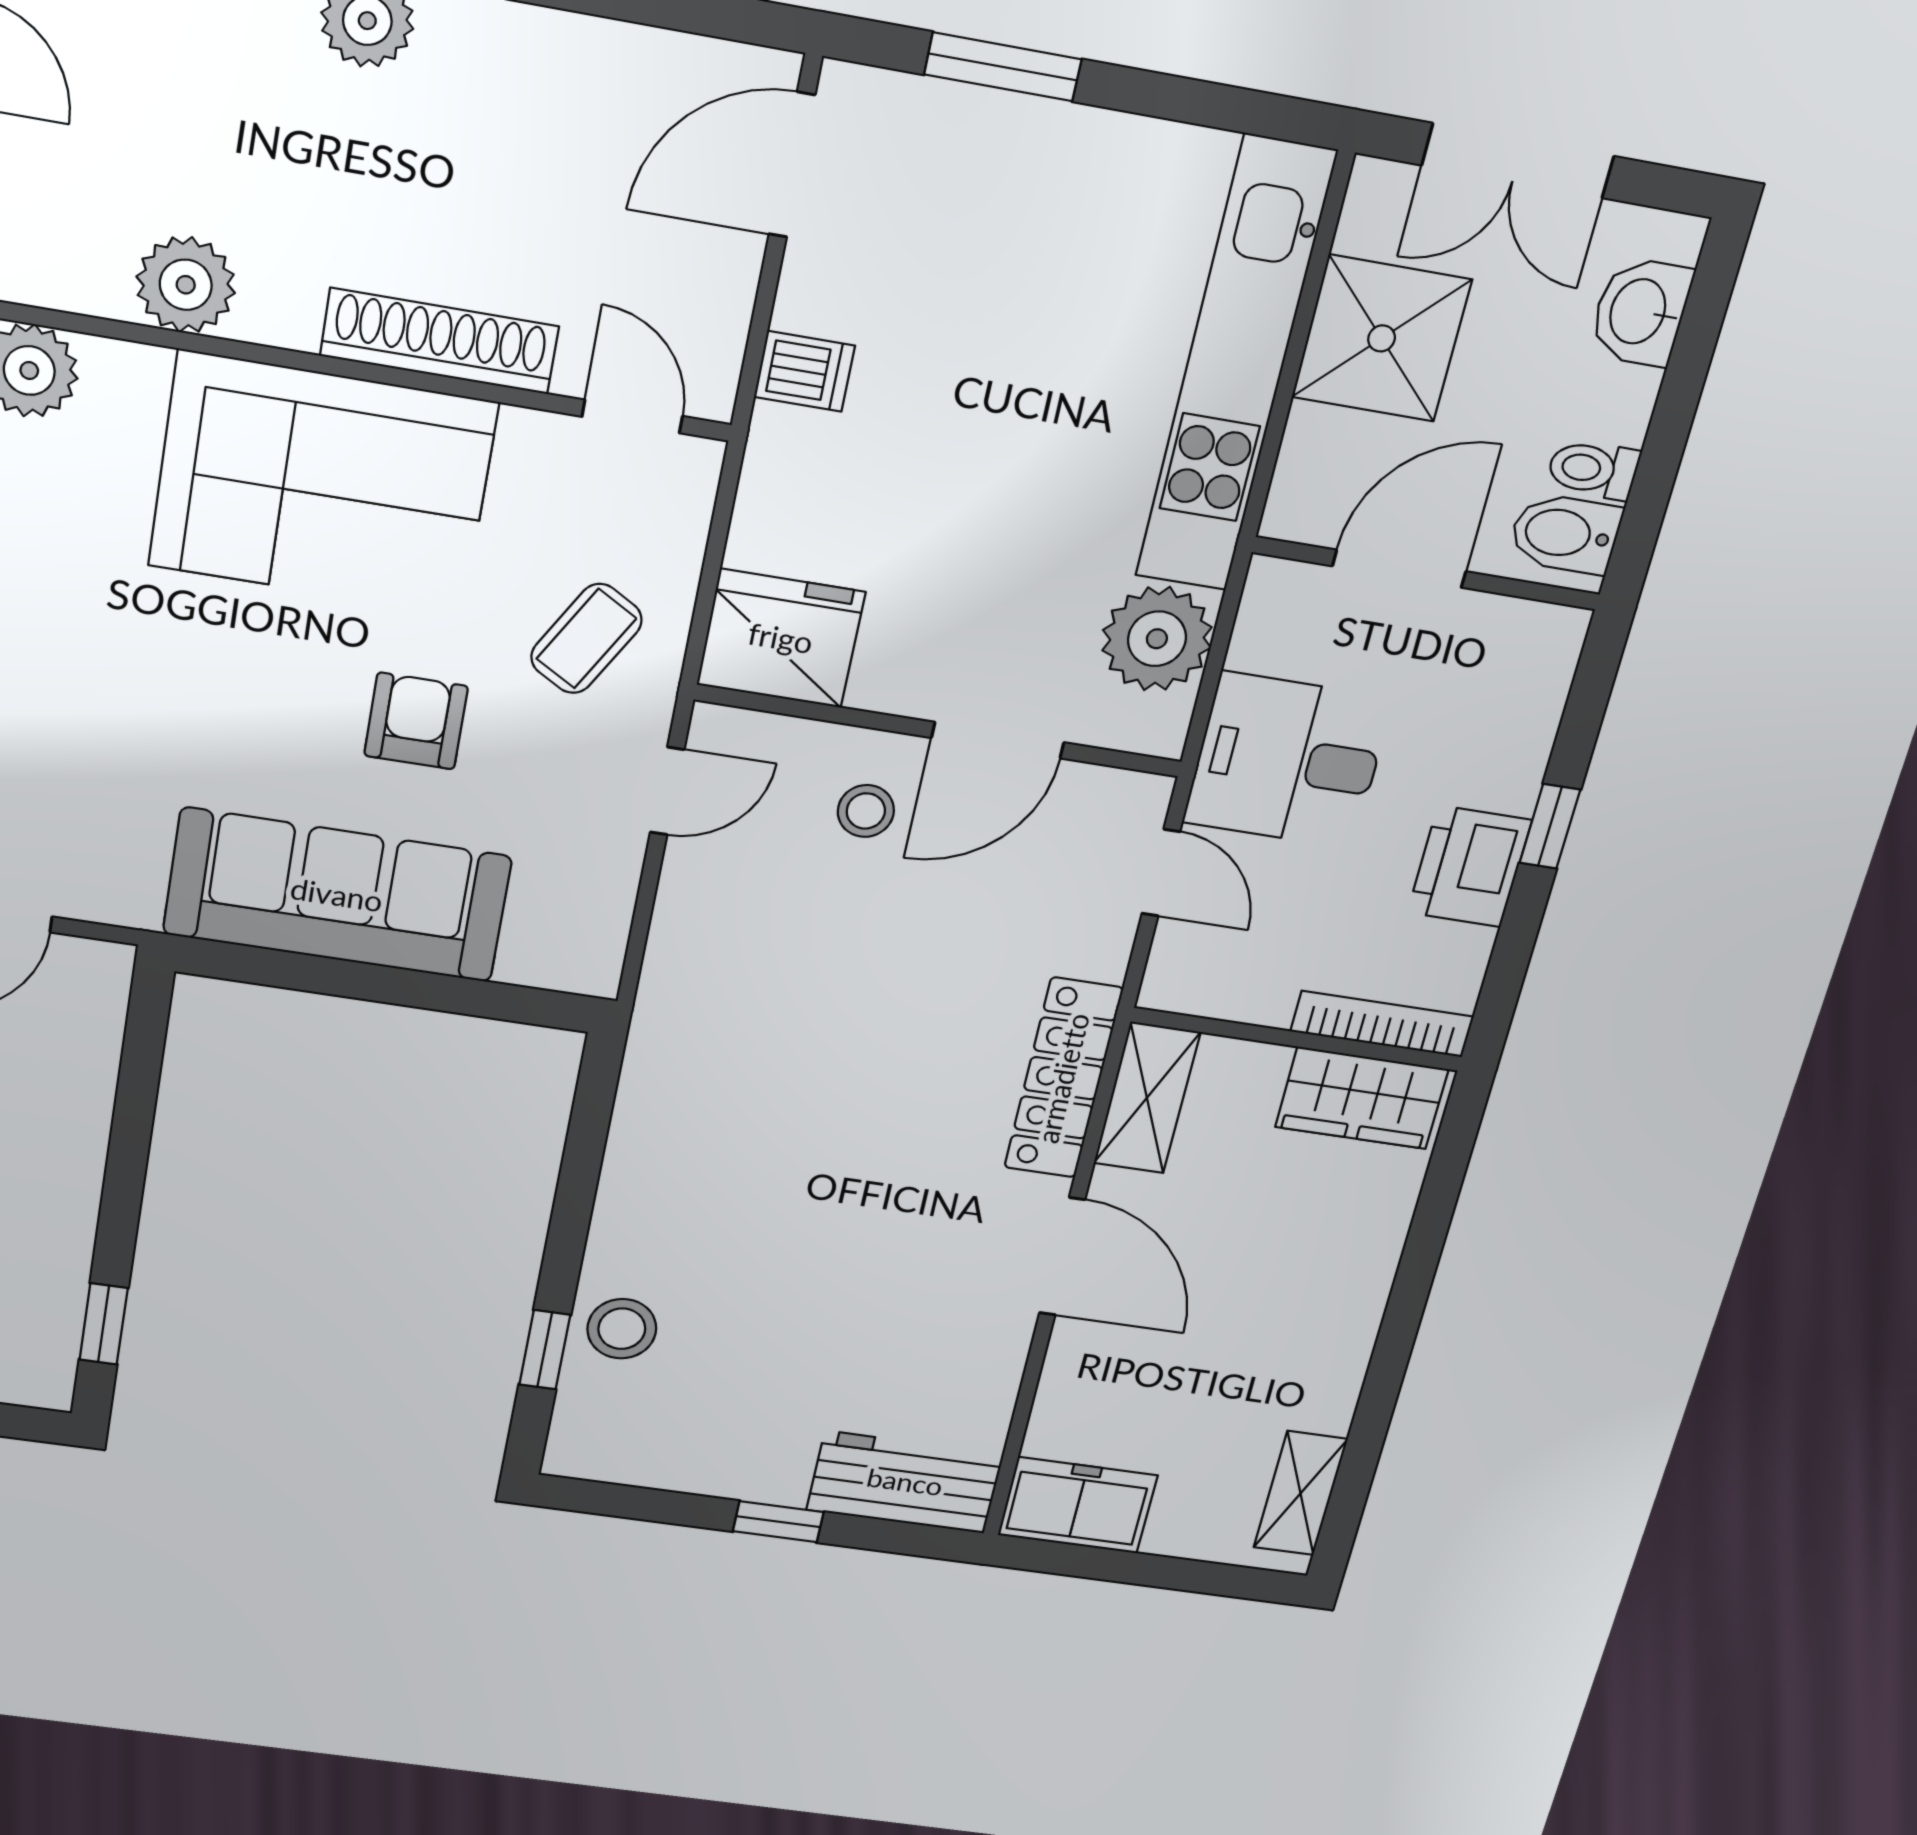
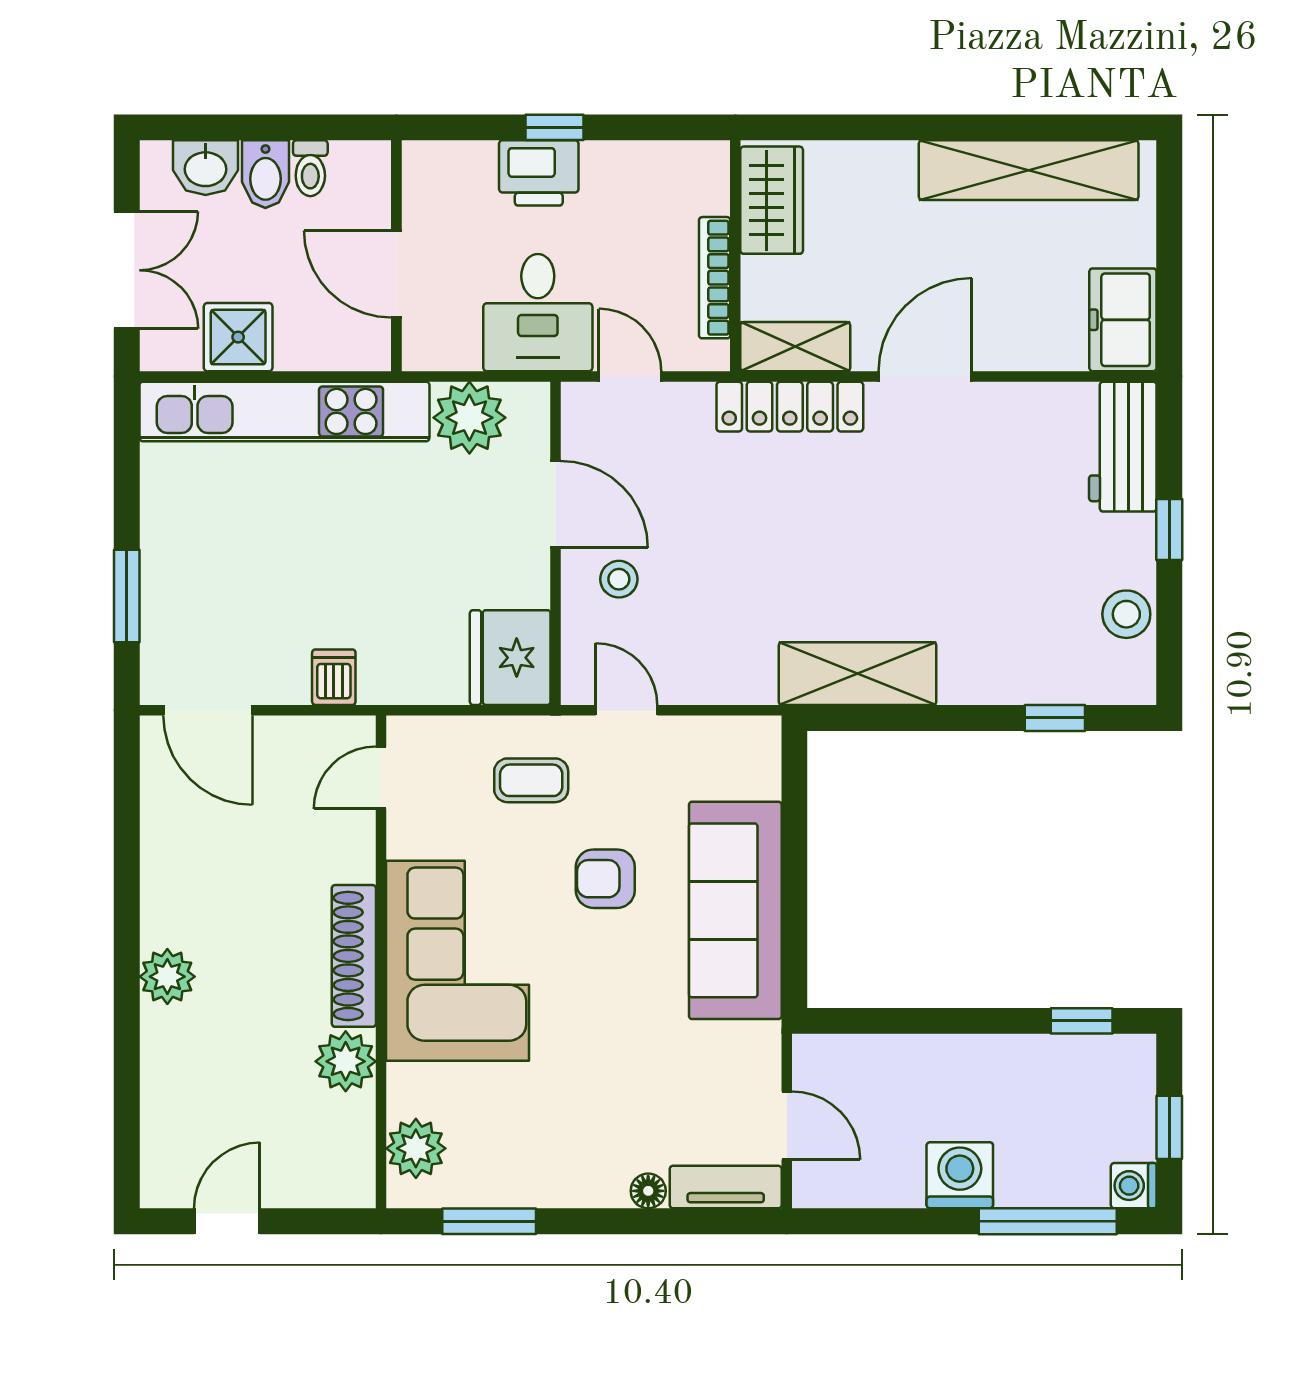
shower: (1382, 338) -> (238, 337), width x0.73, depth x0.73
shoe rack: (440, 341) -> (354, 956), moved
bidet: (1565, 534) -> (265, 174), moved
coffee table: (586, 639) -> (531, 780), turned -30
printer: (1469, 866) -> (539, 173), moved
door: (1161, 873) -> (630, 376), hinge flipped
bookcase: (1382, 1024) -> (715, 278), moved
shelving: (659, 1110) -> (858, 674), added
stool: (622, 1329) -> (1126, 614), moved
shelving: (1301, 1493) -> (1029, 170), width x2.20, depth x1.33

